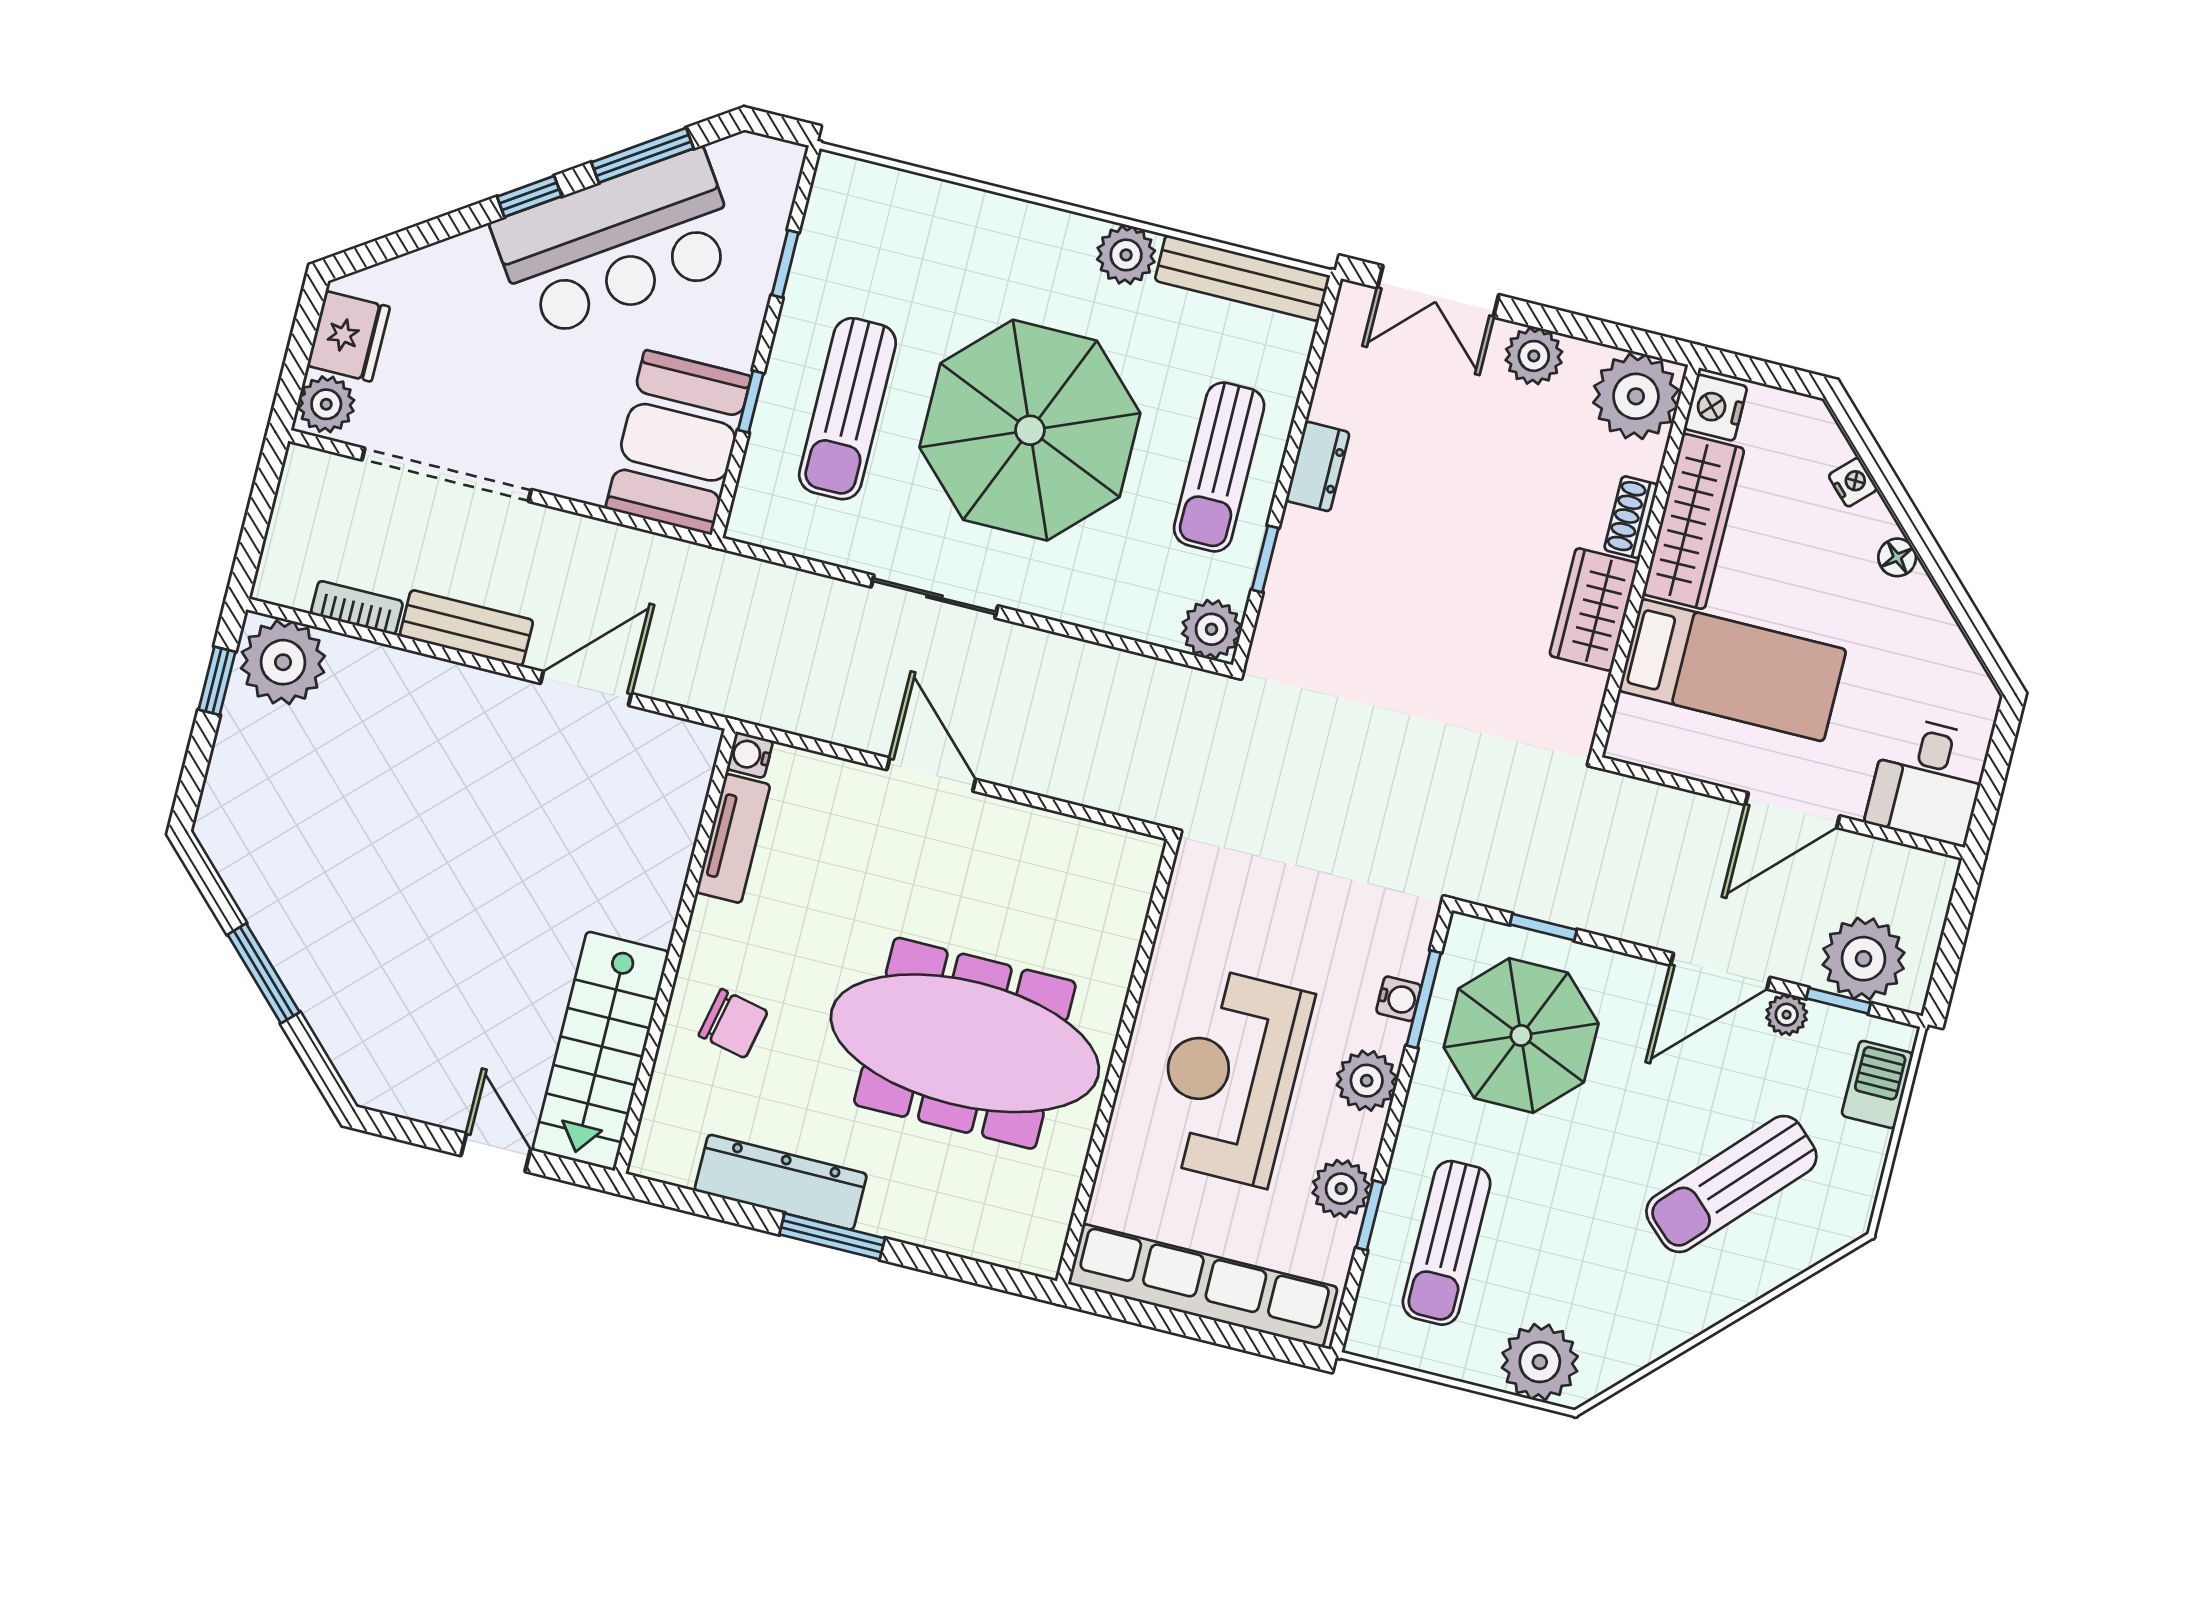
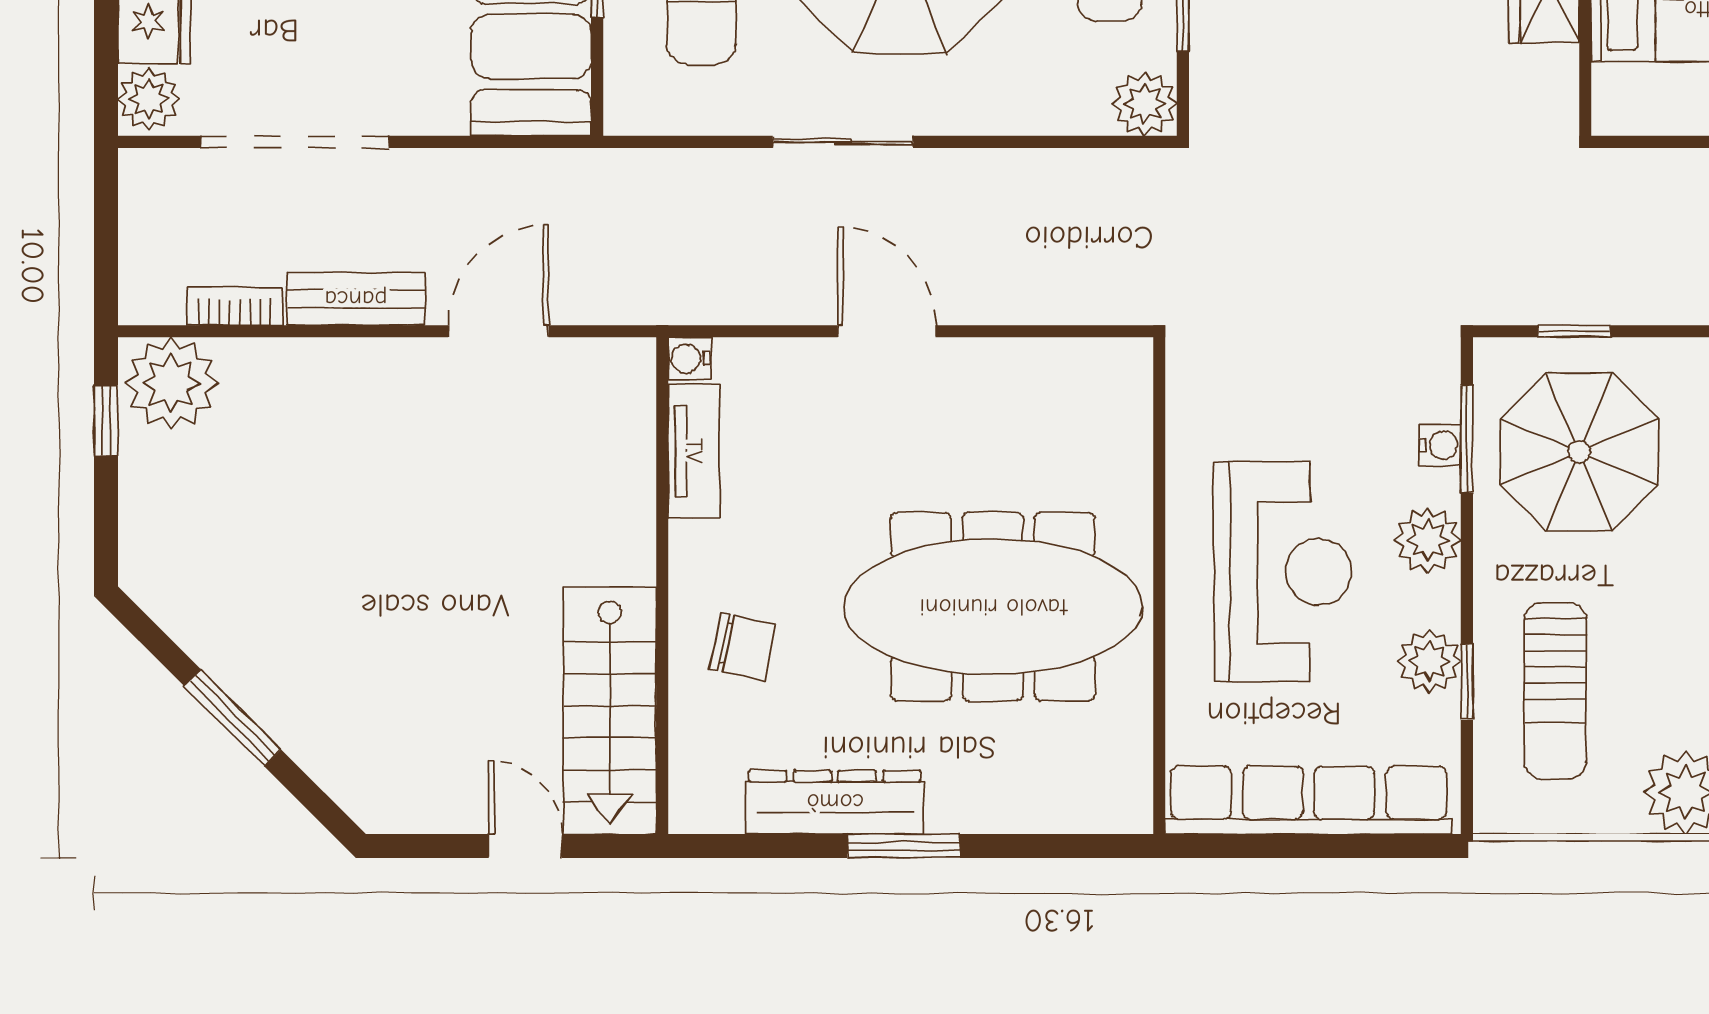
reception desk: (1230, 1076) -> (1283, 572), turned 180

